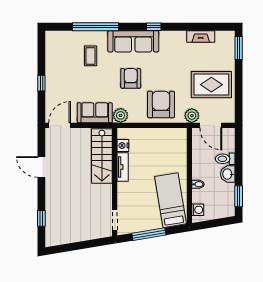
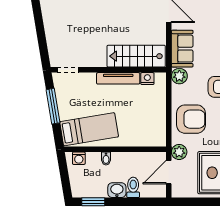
tv unit: (123, 167) -> (118, 78), width x1.41

